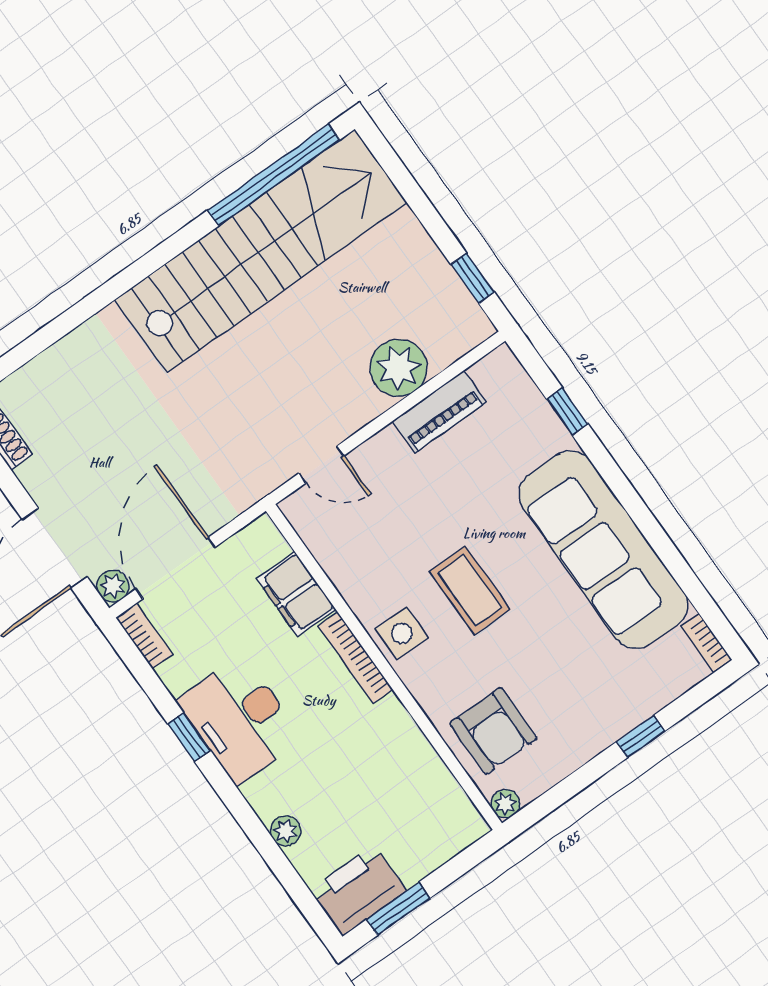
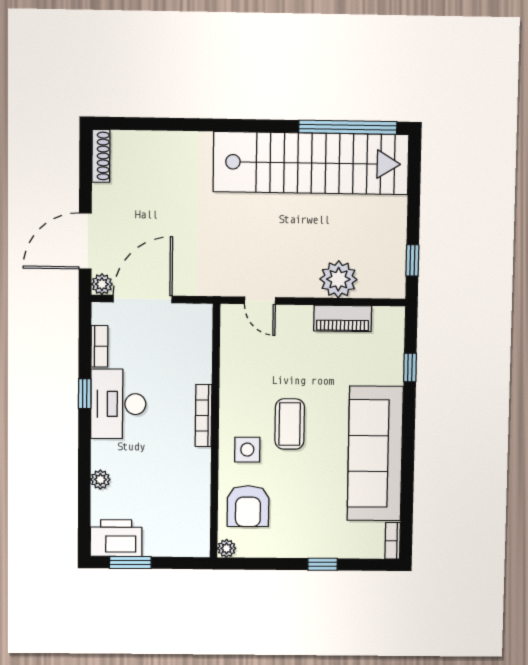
filing cabinet: (296, 594) -> (197, 359), removed
side table: (402, 633) -> (247, 450), moved
bookcase: (144, 636) -> (99, 346), moved

